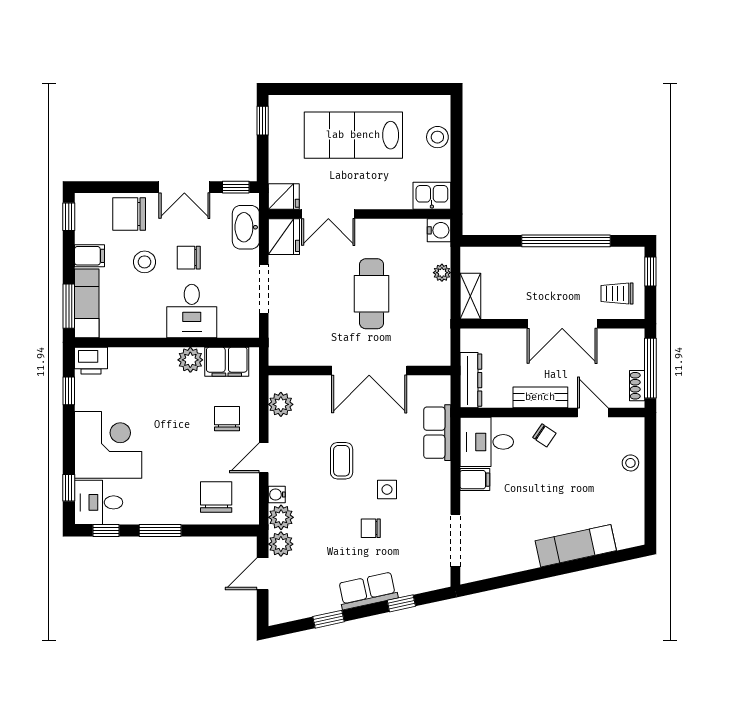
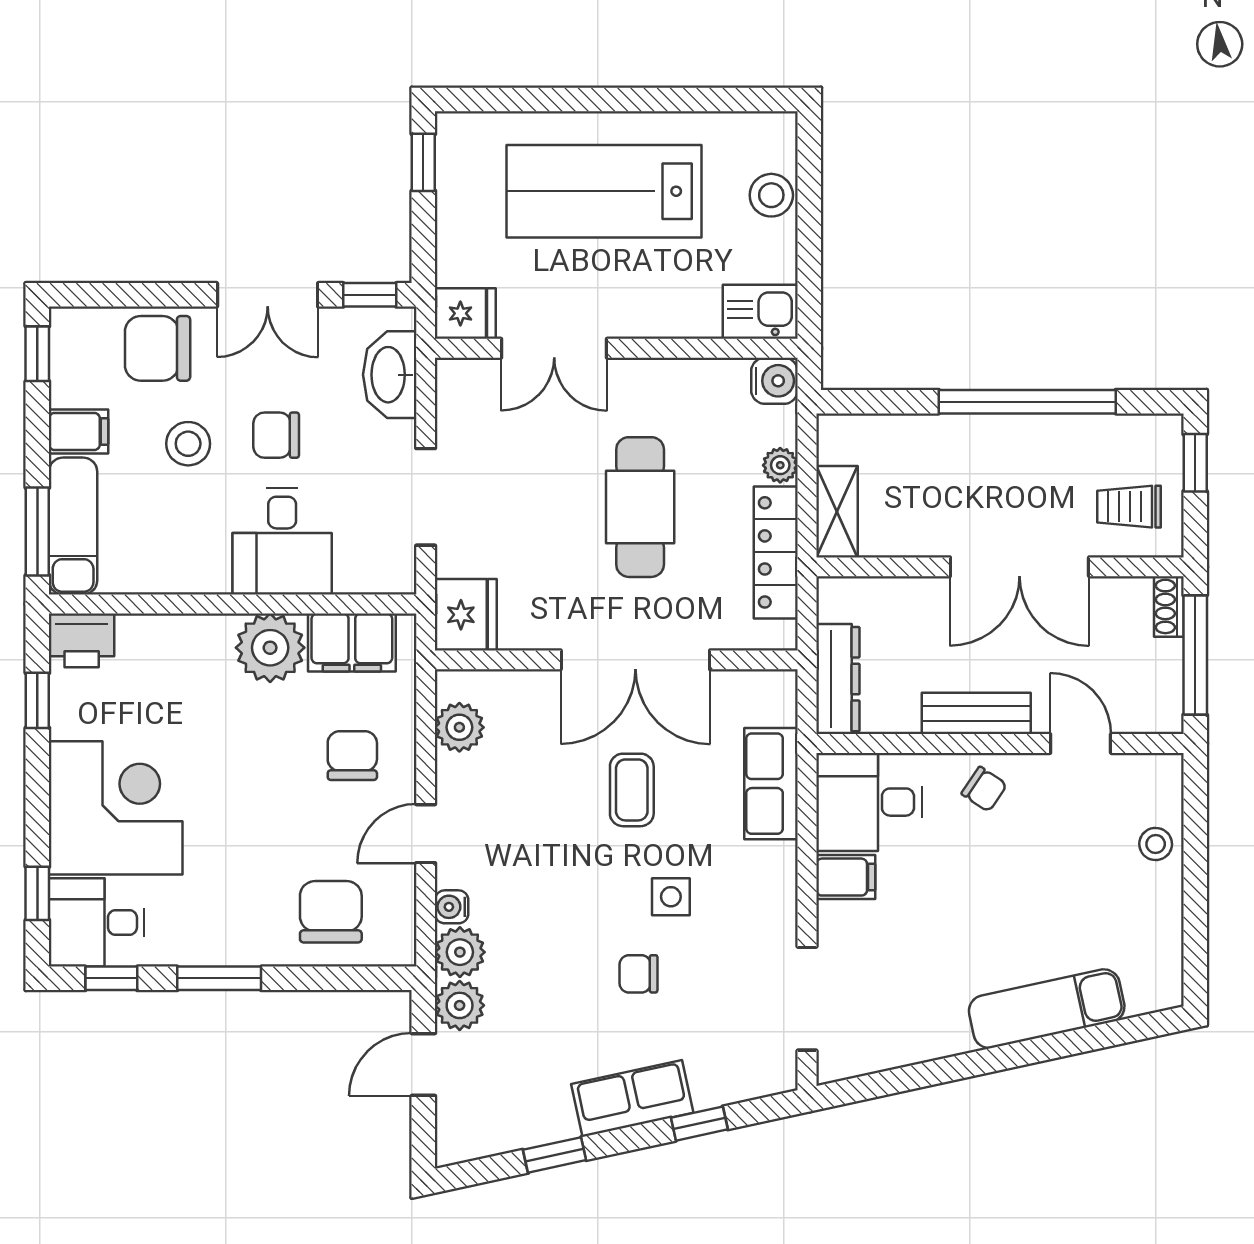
fridge: (284, 237) -> (466, 615), moved
locker: (440, 317) -> (776, 552), added
plant: (190, 360) -> (270, 648), width x1.36, depth x1.36
shoe rack: (637, 386) -> (1169, 606), moved
coffee table: (342, 461) -> (632, 790), moved

